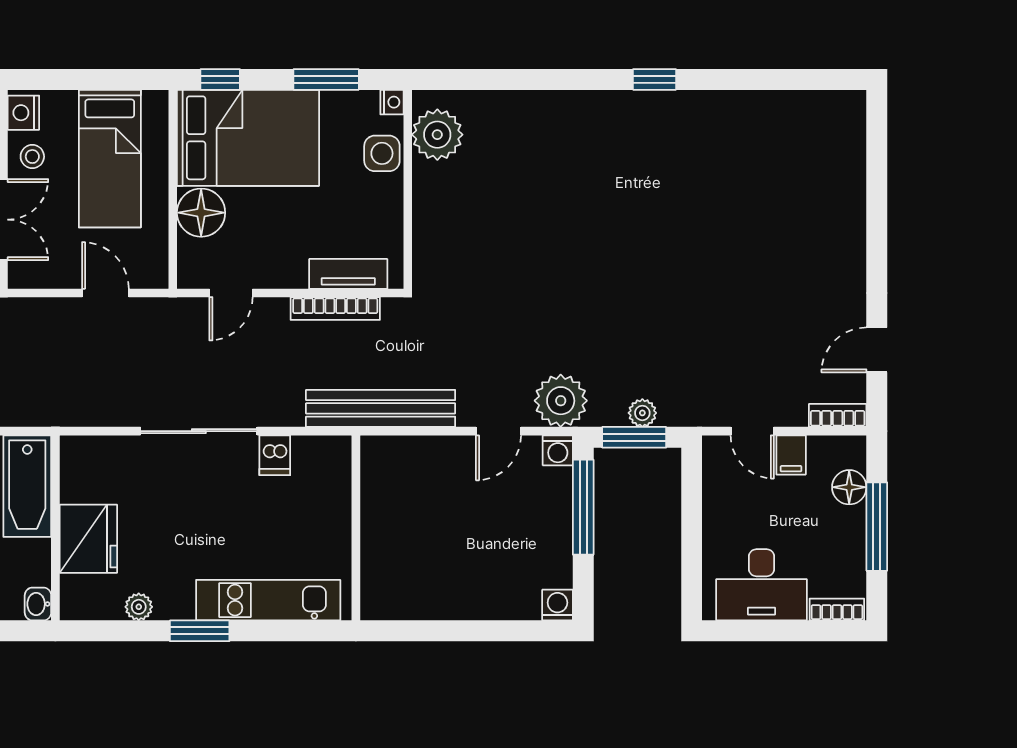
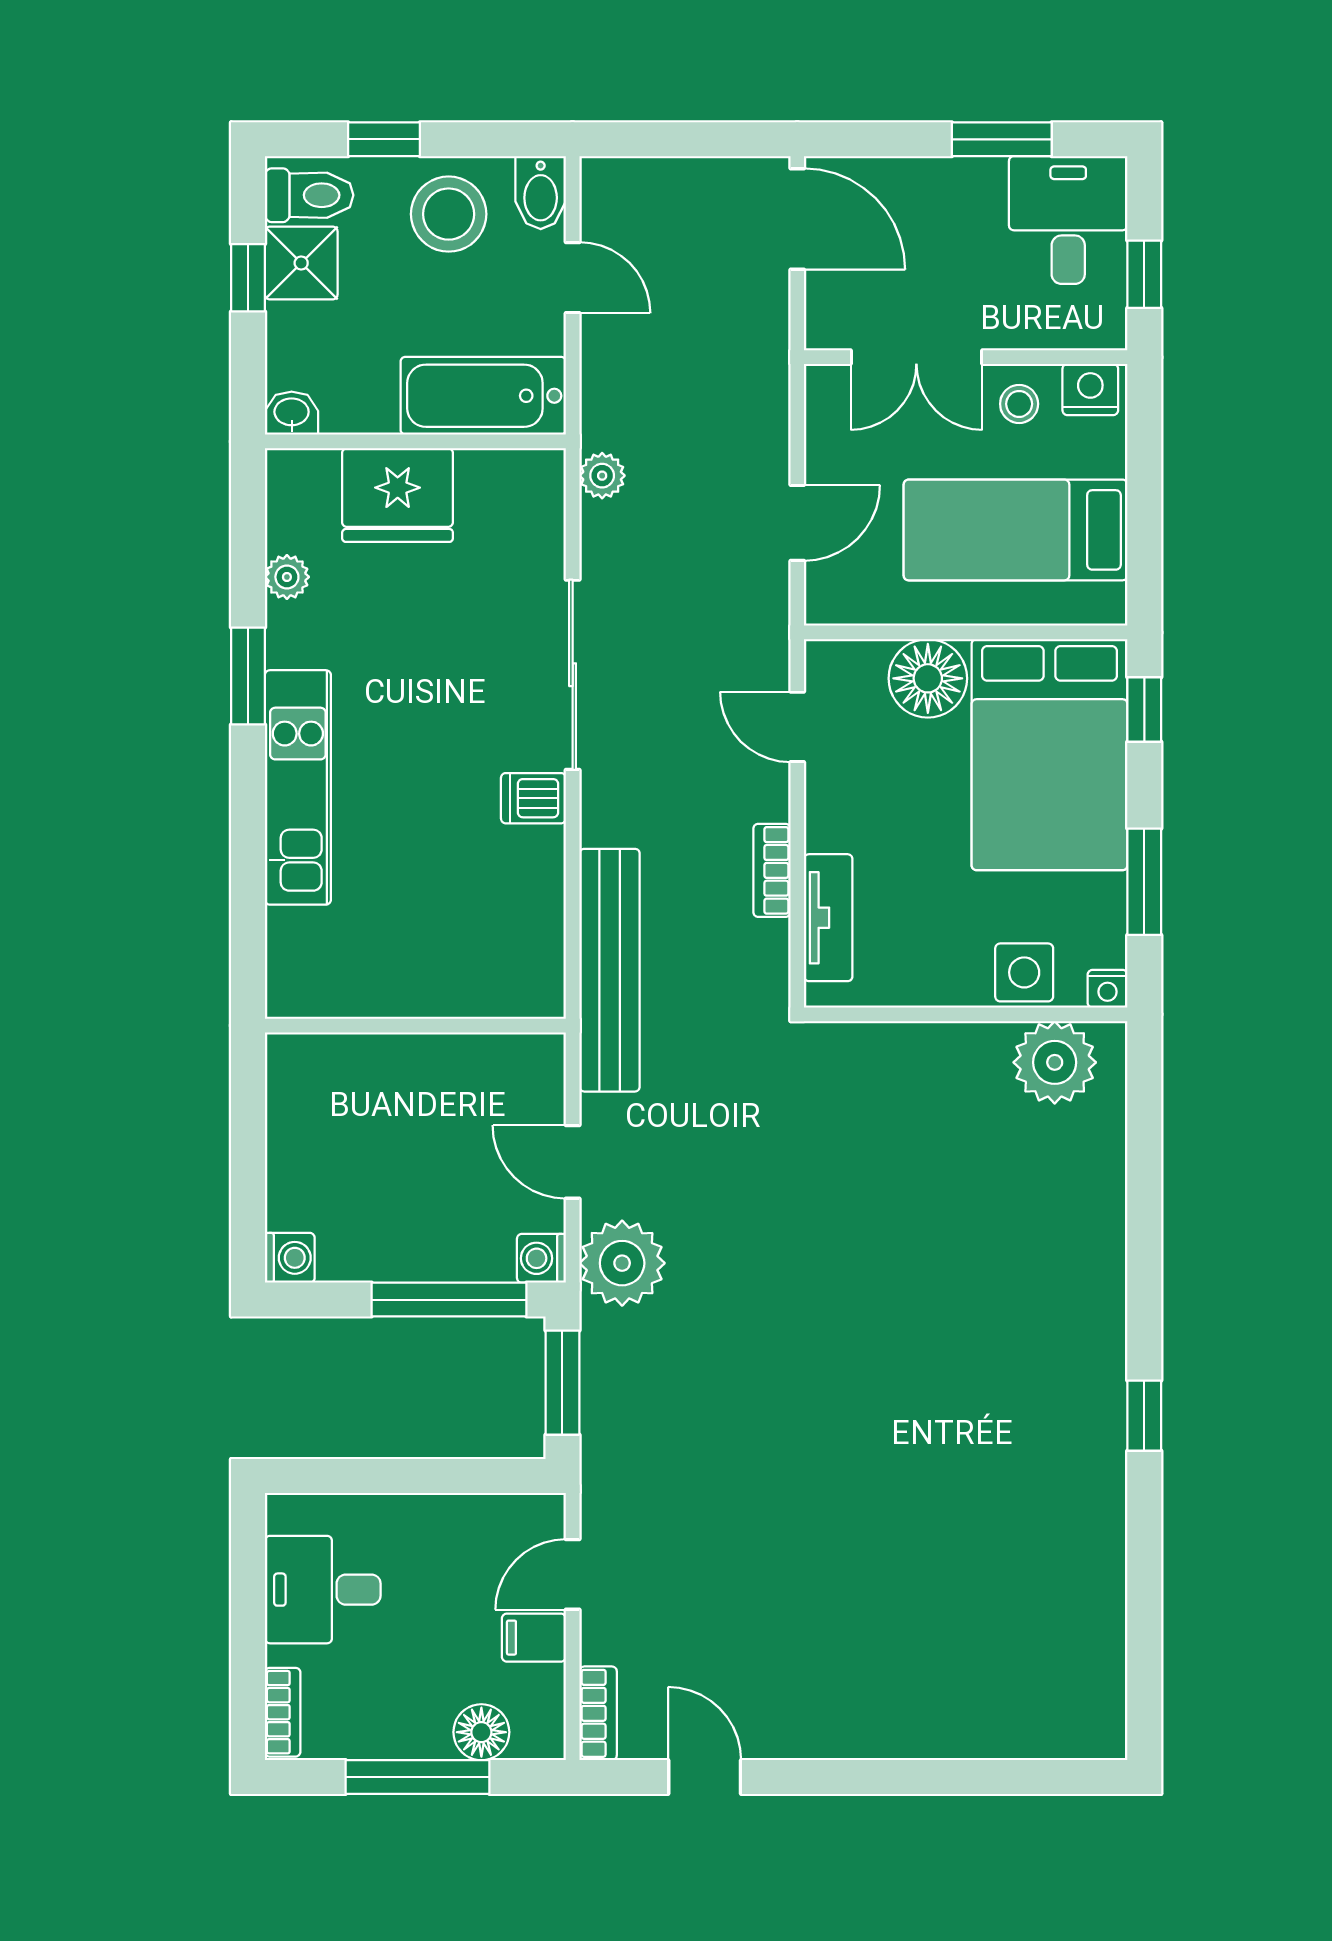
bookcase: (335, 309) -> (772, 870), width x0.64
plant: (642, 413) -> (602, 476), moved
wall: (356, 528) -> (415, 1026), moved
desk: (762, 585) -> (323, 1590), width x0.73

